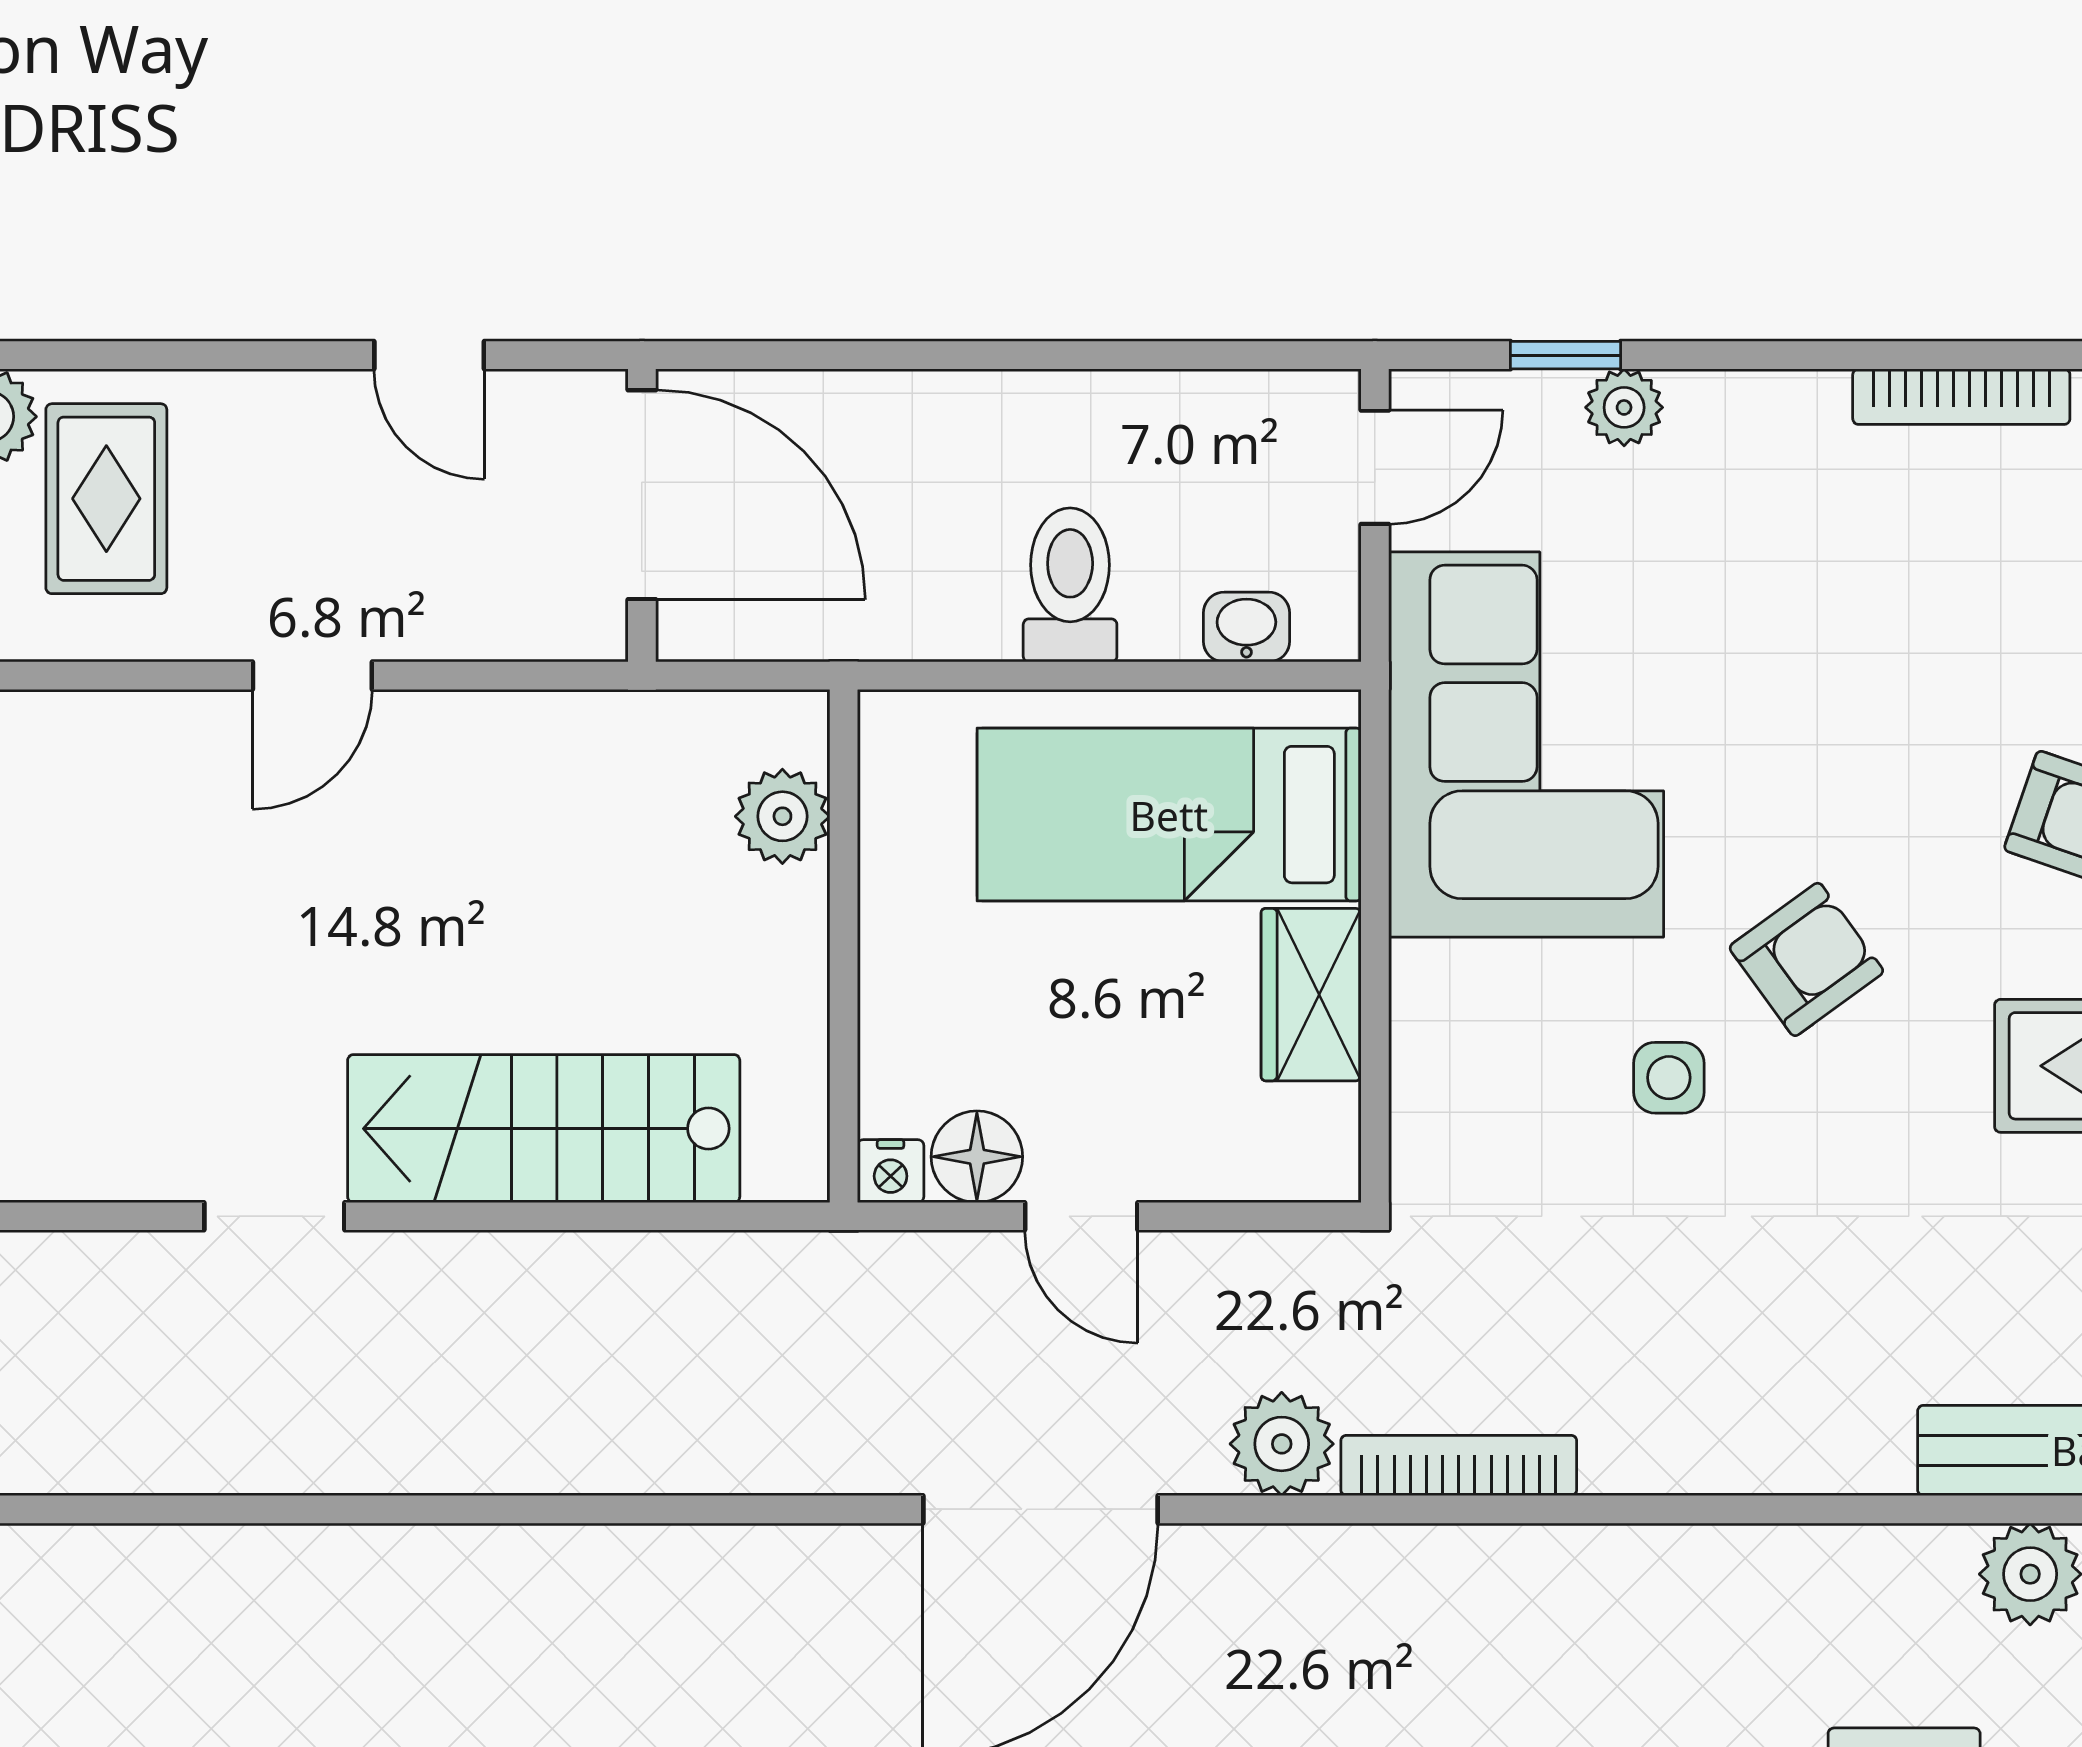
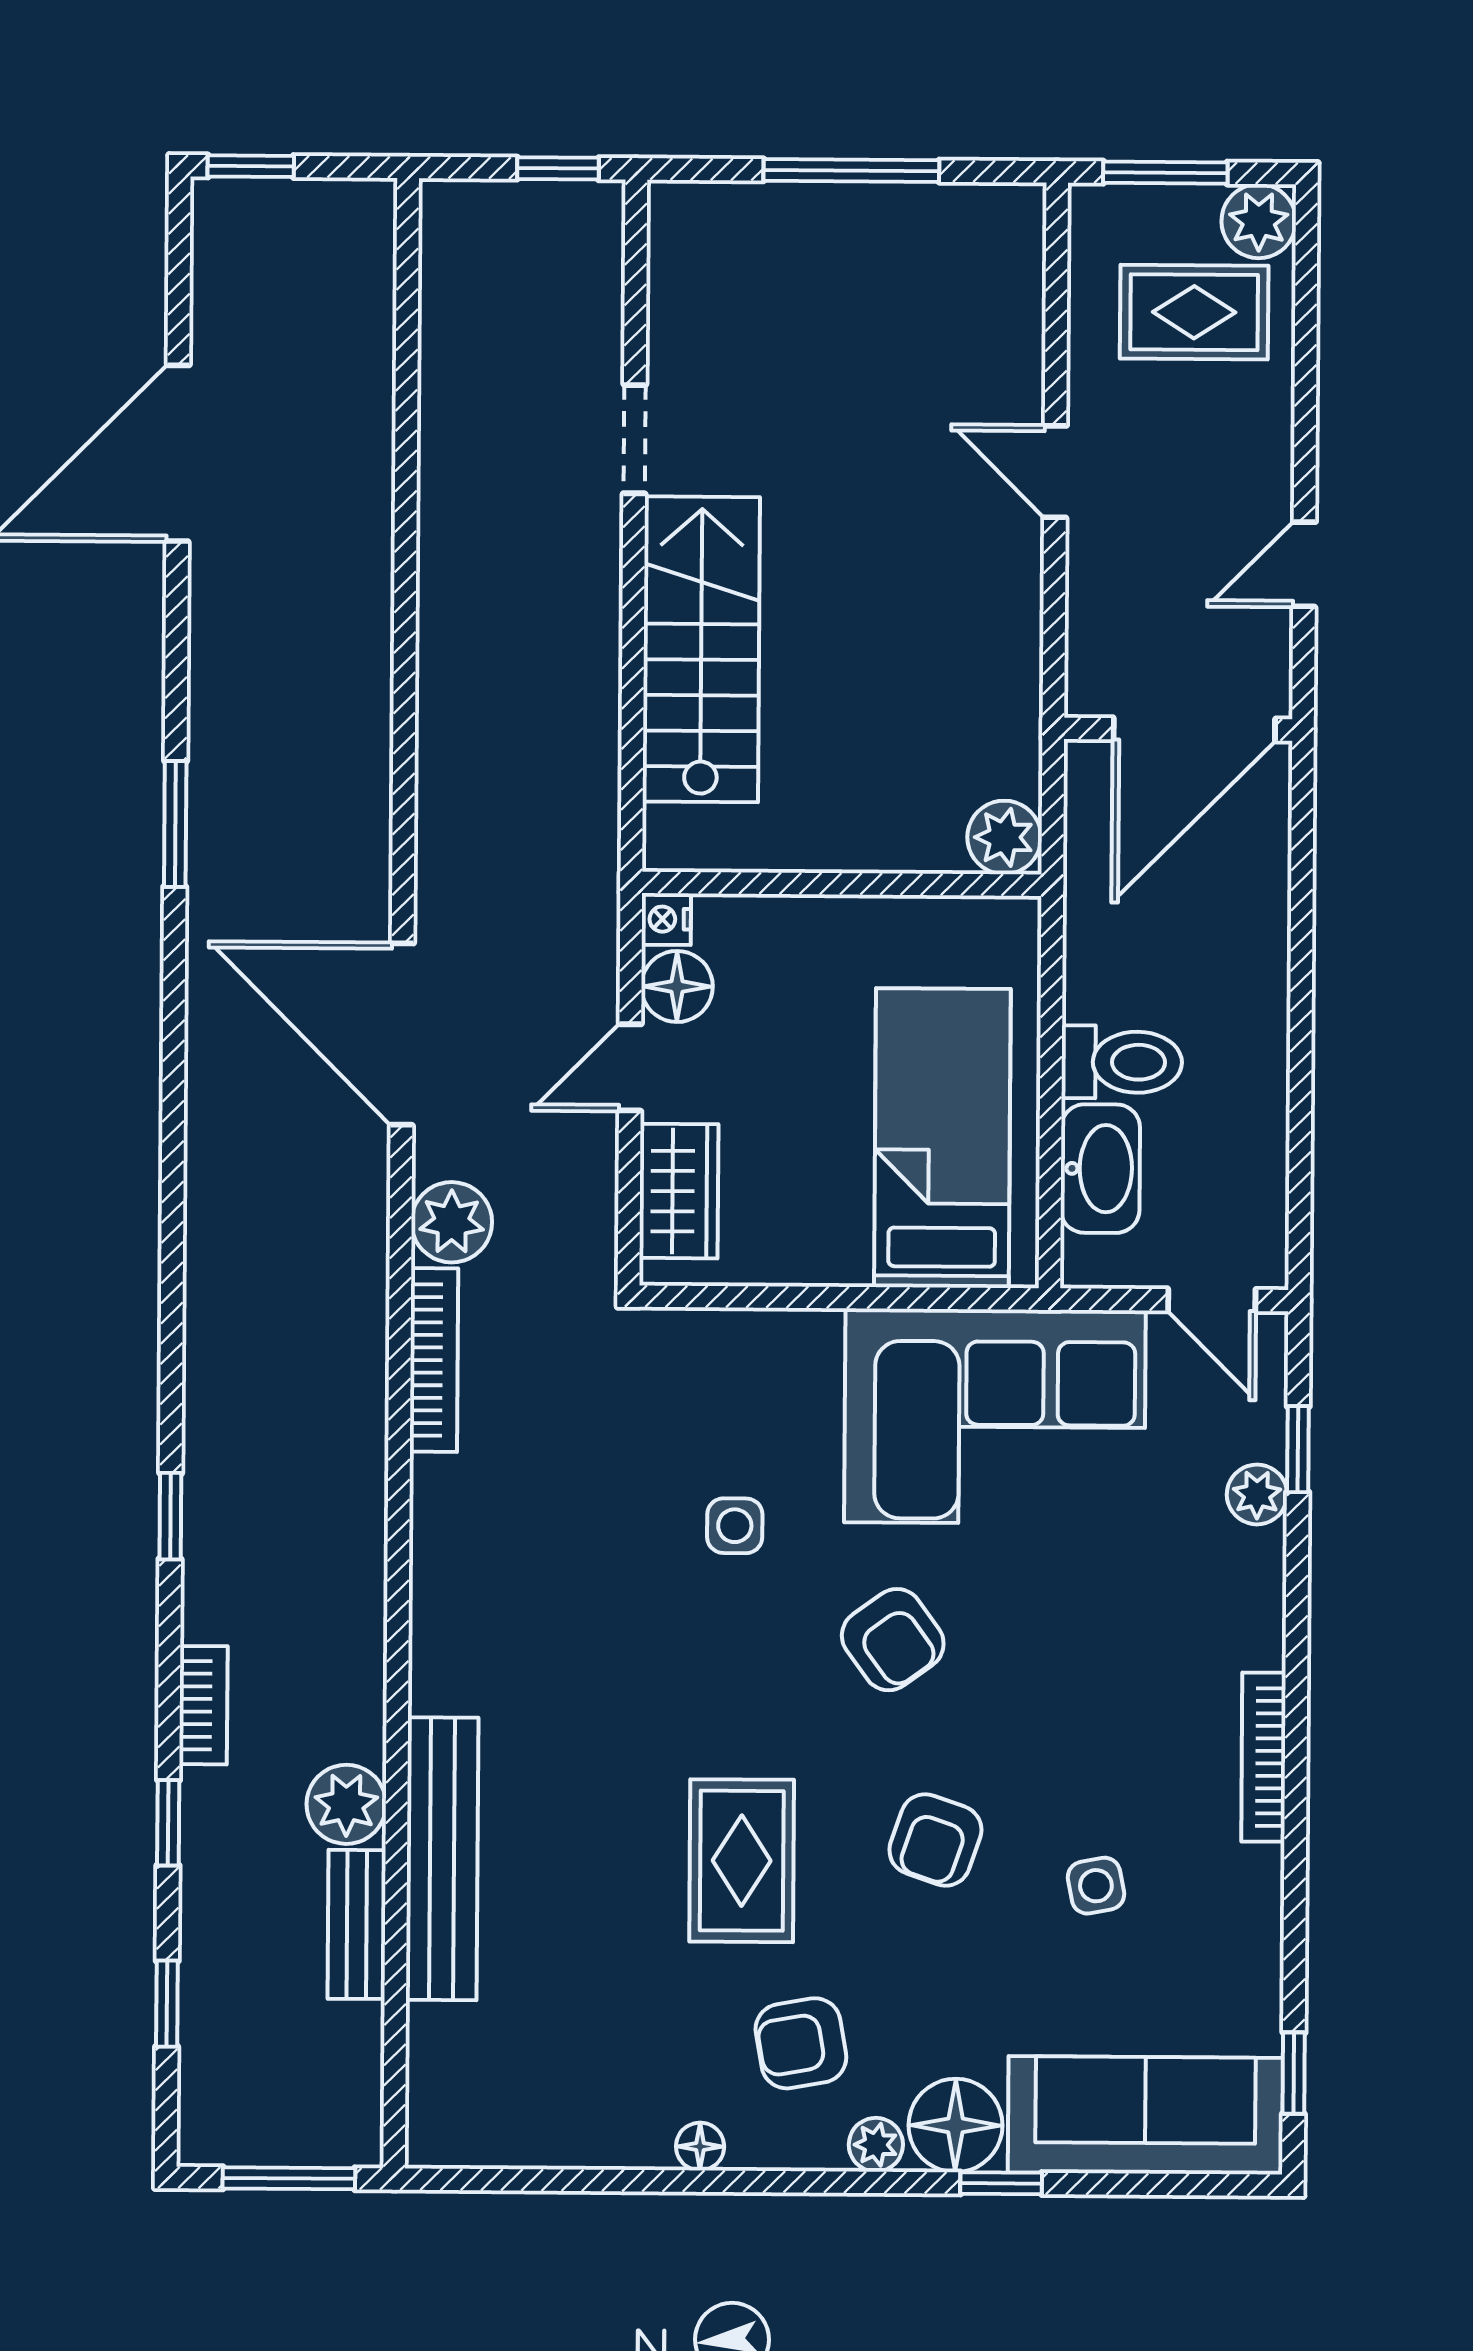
washbasin: (1246, 627) -> (1100, 1169), width x1.91, depth x1.45
plant: (782, 816) -> (1004, 837), moved
armchair: (1806, 959) -> (893, 1640), moved
wardrobe: (1311, 995) -> (679, 1191), moved, turned 90

